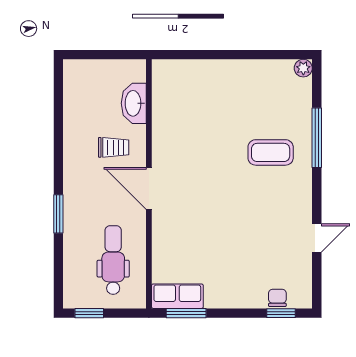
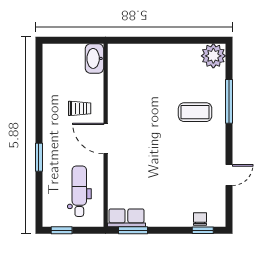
plant: (303, 68) -> (213, 56), width x1.87, depth x1.87
washbasin: (134, 103) -> (94, 58), moved

